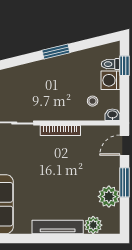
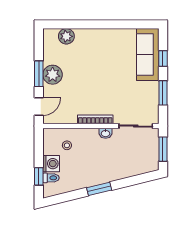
washbasin: (112, 115) -> (106, 133), moved
plant: (109, 197) -> (53, 75), moved
tv unit: (58, 227) -> (98, 35), removed

